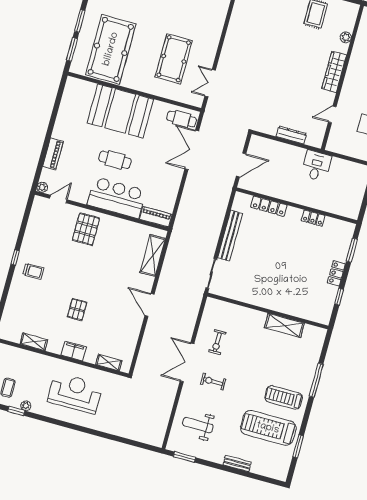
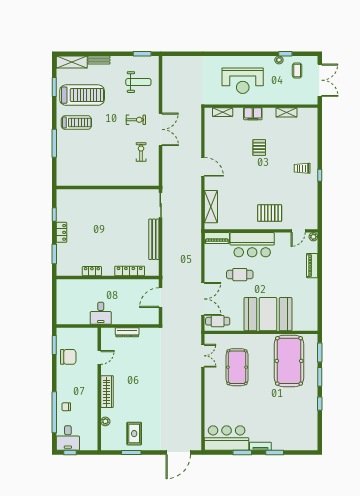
cafe table: (115, 160) -> (240, 275), moved
pallet: (86, 229) -> (270, 213), turned 90
shelving: (284, 325) -> (72, 62), moved

